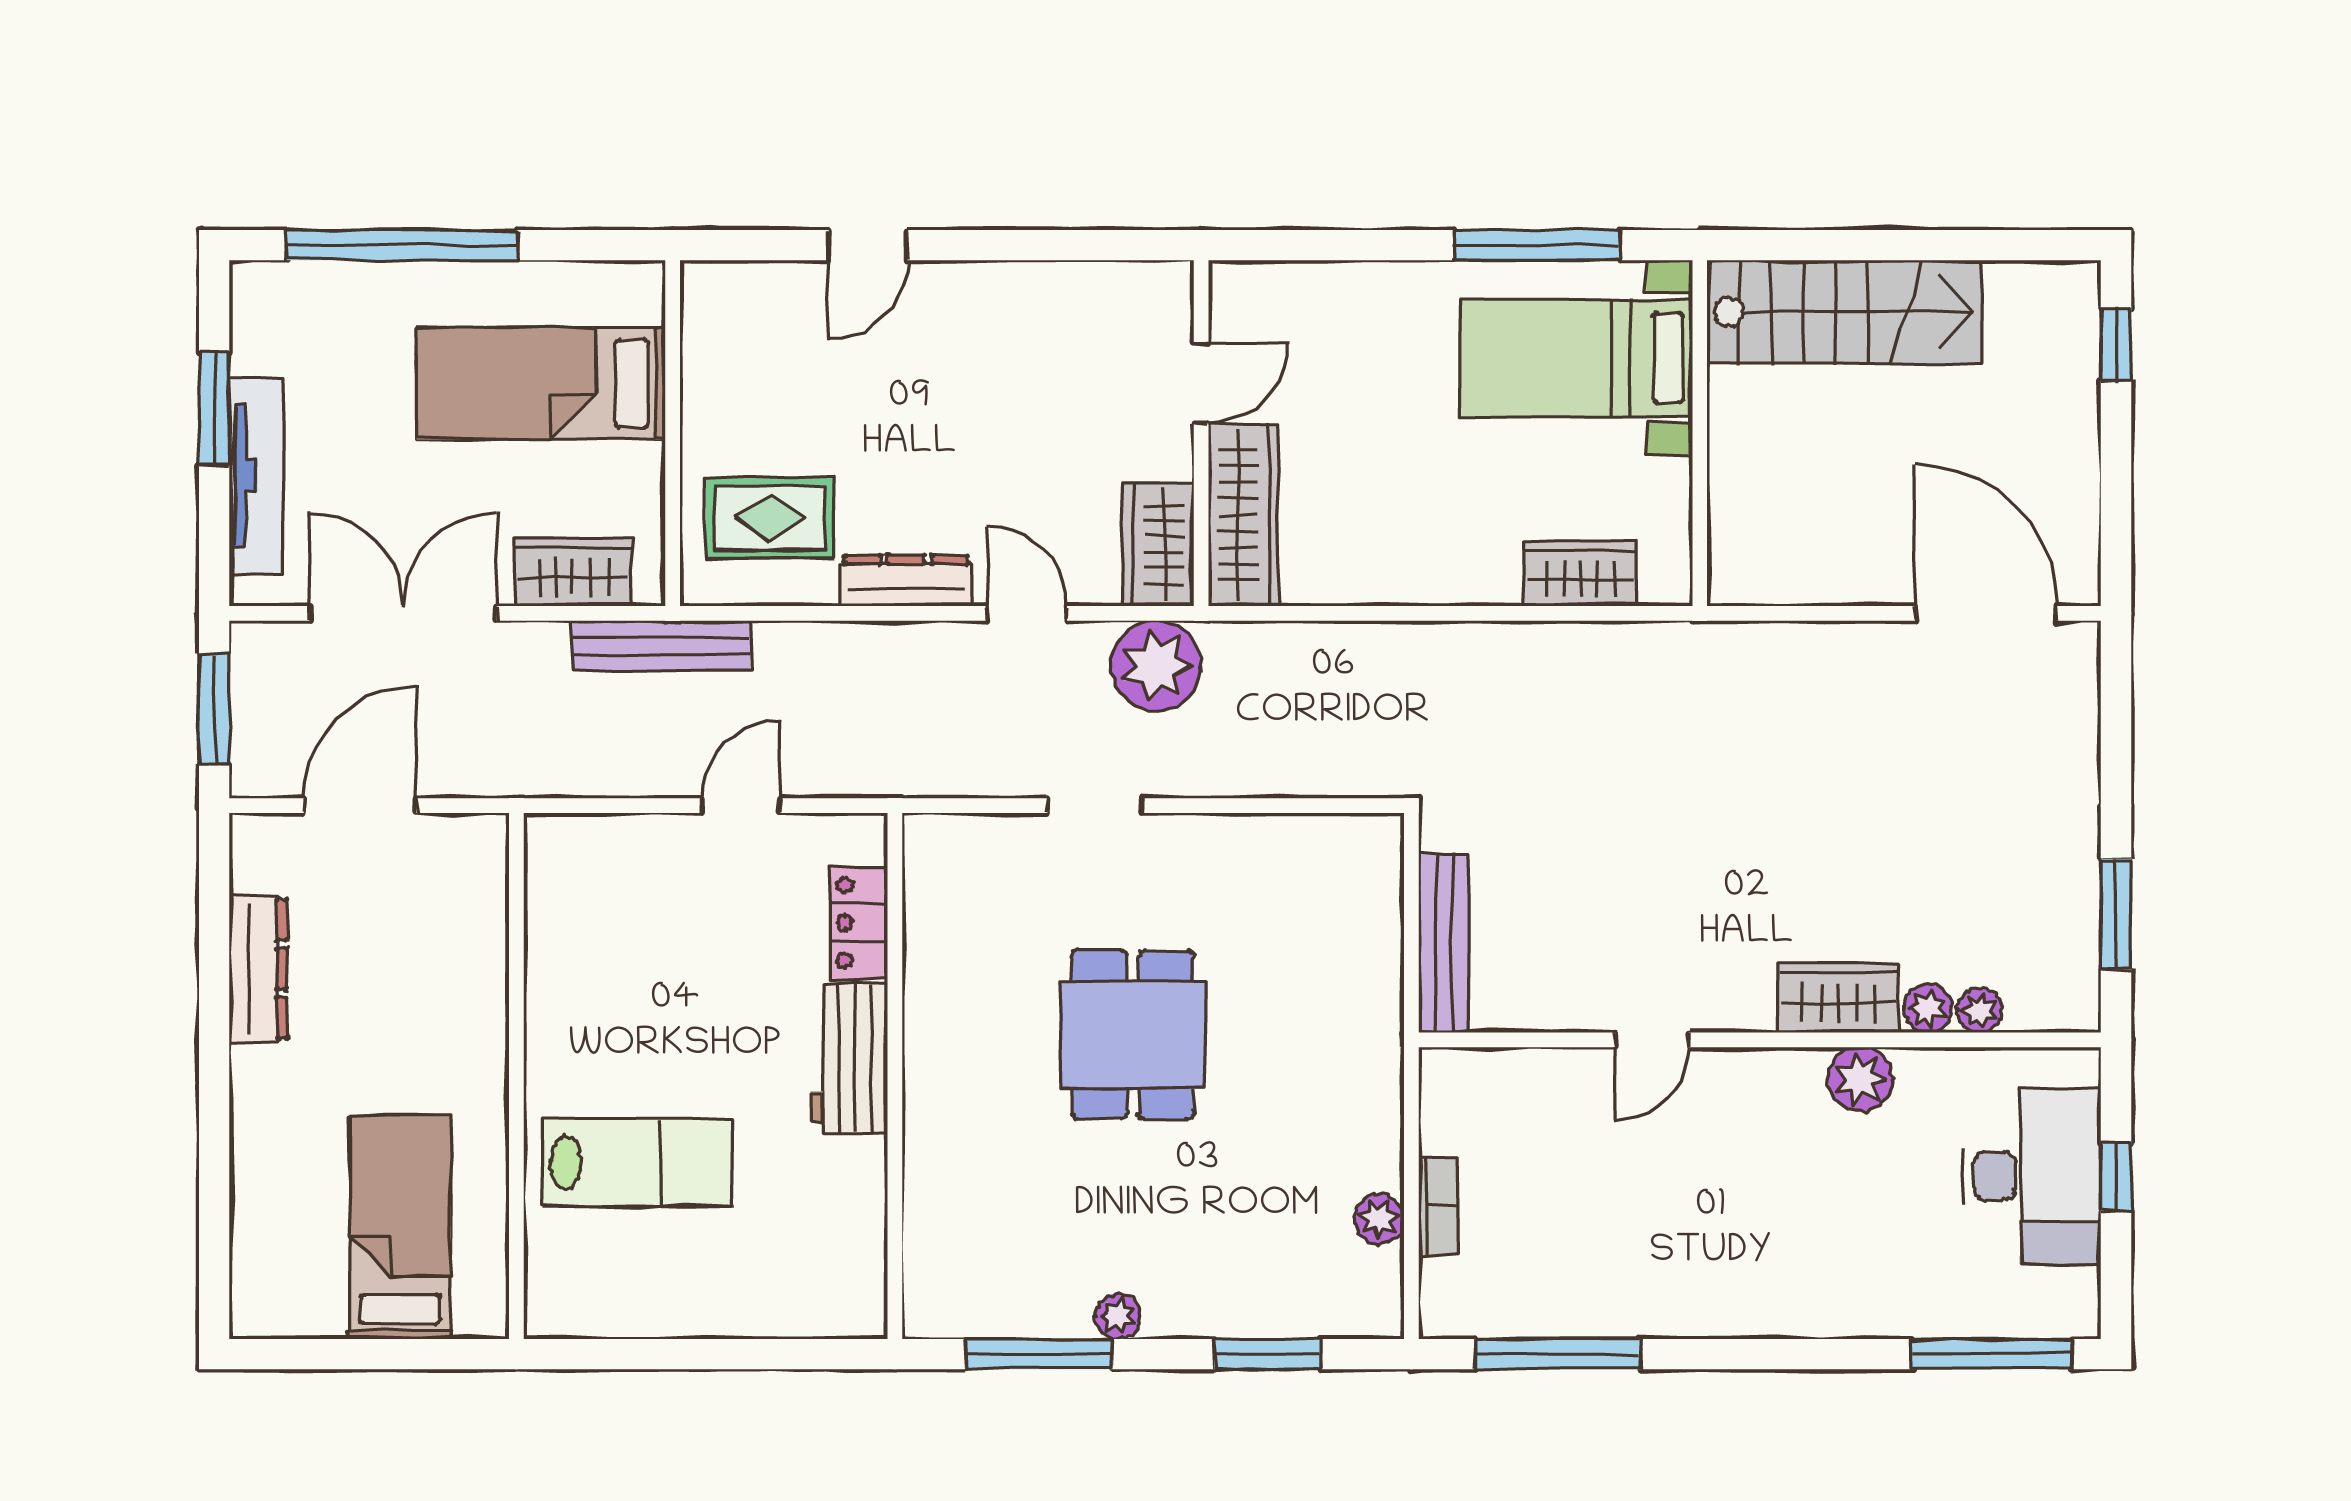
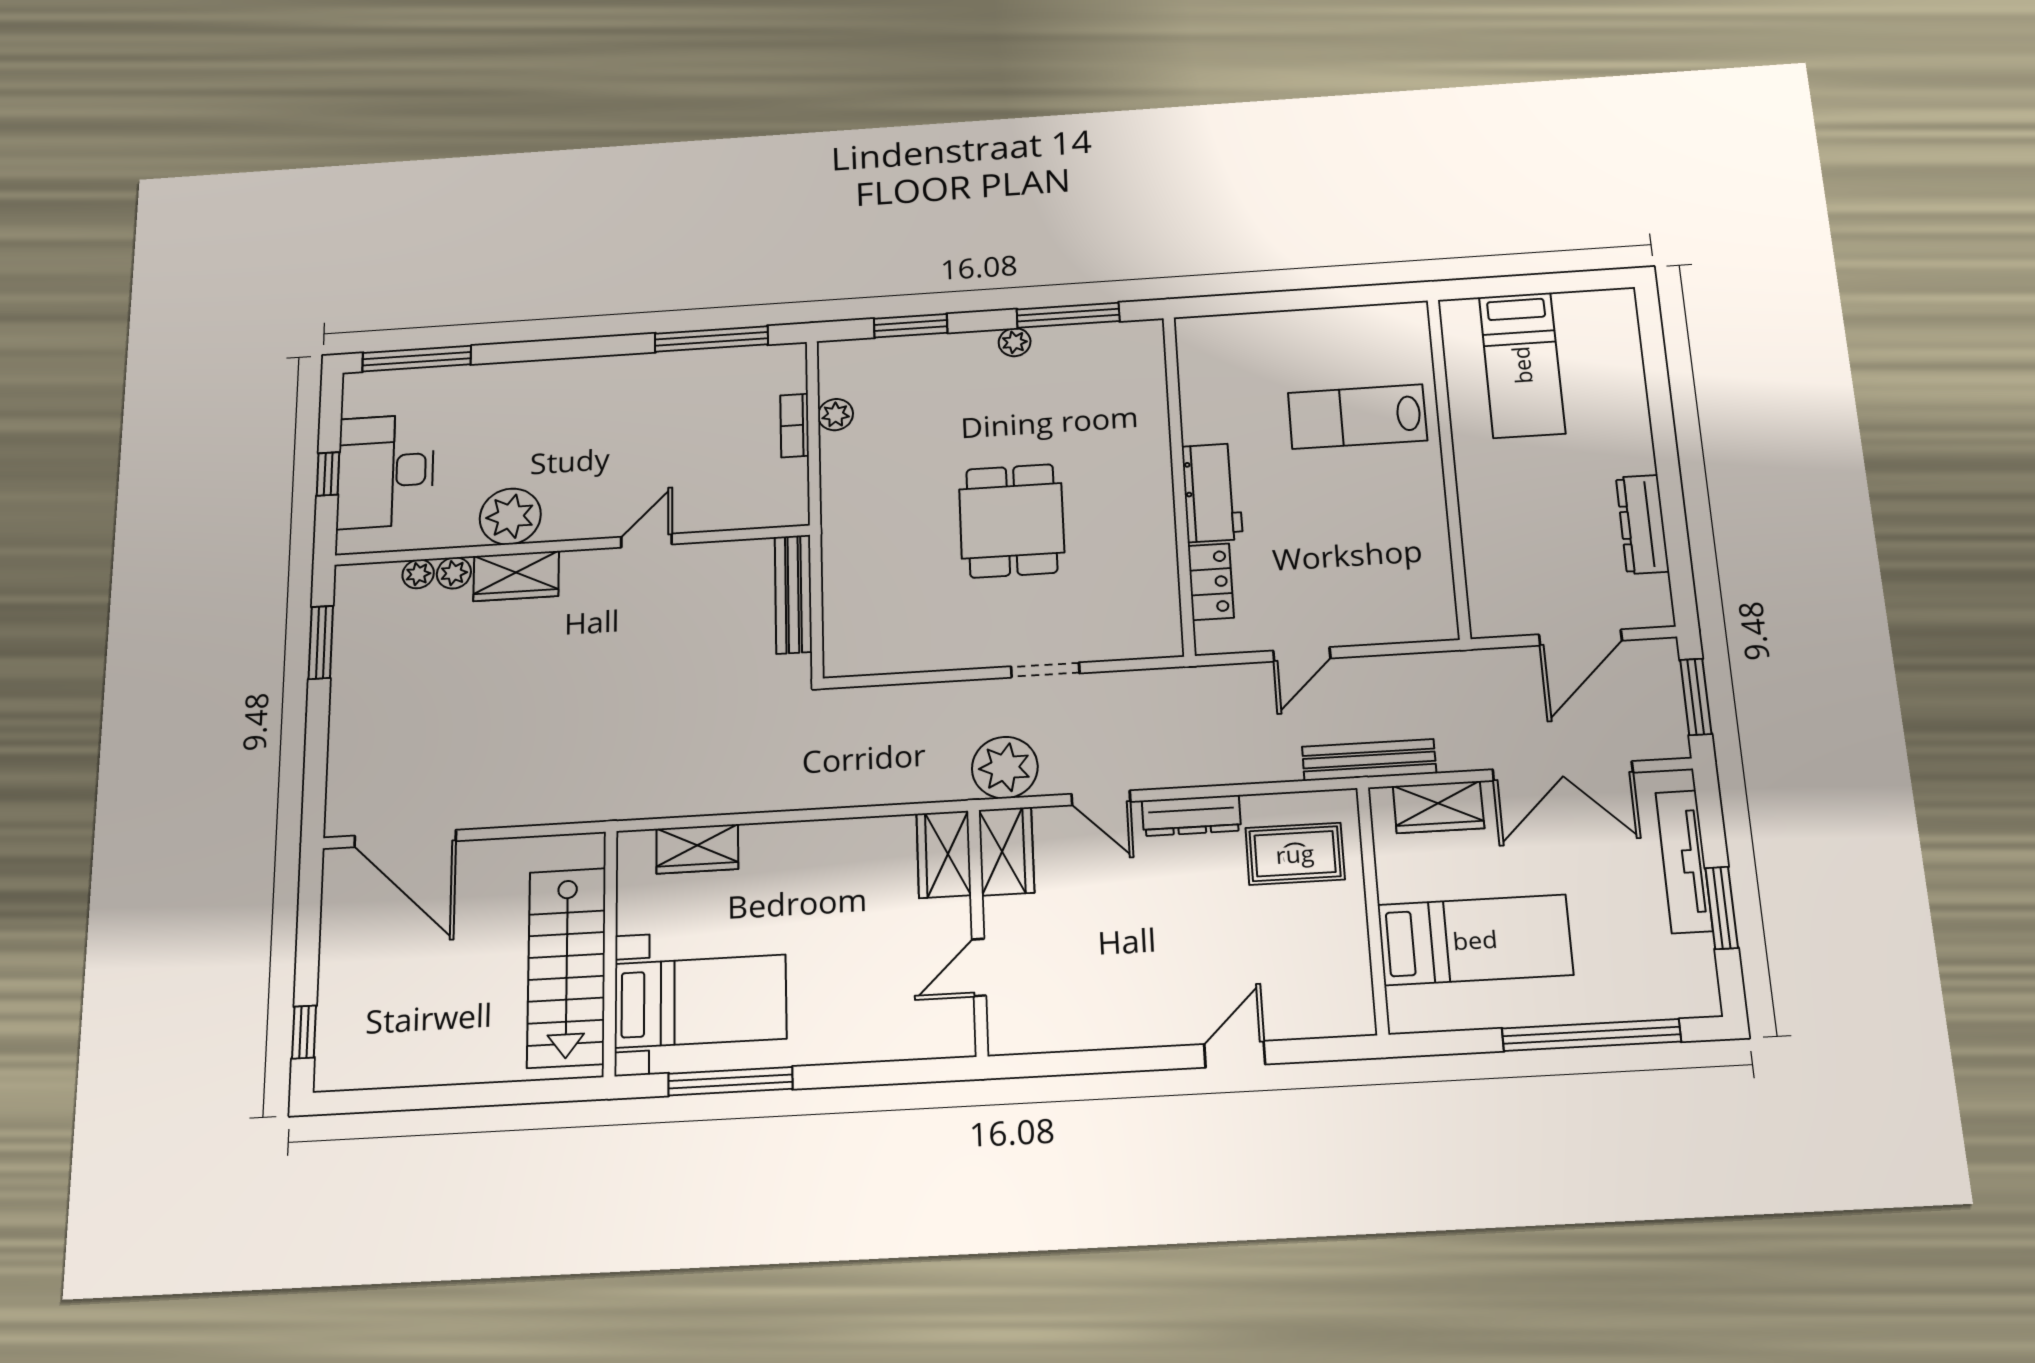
stairs: (1845, 312) -> (567, 967), moved, turned -90
wardrobe: (1244, 515) -> (944, 854), width x0.67
plant: (1860, 1079) -> (510, 516), width x1.36, depth x1.36

